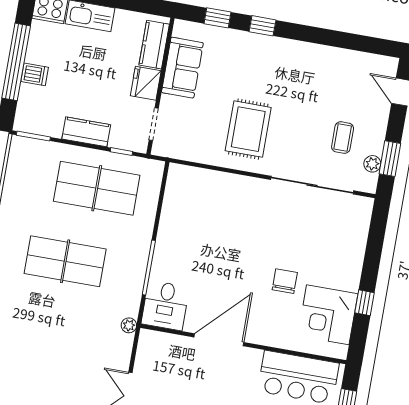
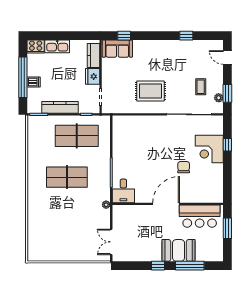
window: (262, 26) -> (186, 36), moved
sofa: (182, 68) -> (117, 49), moved, turned 90
rug: (248, 129) -> (150, 91), turned 90
kitchen counter: (86, 132) -> (60, 107), width x1.50
window: (364, 303) -> (227, 145), moved
corner desk: (328, 315) -> (209, 149), moved
door: (219, 340) -> (166, 204), moved

